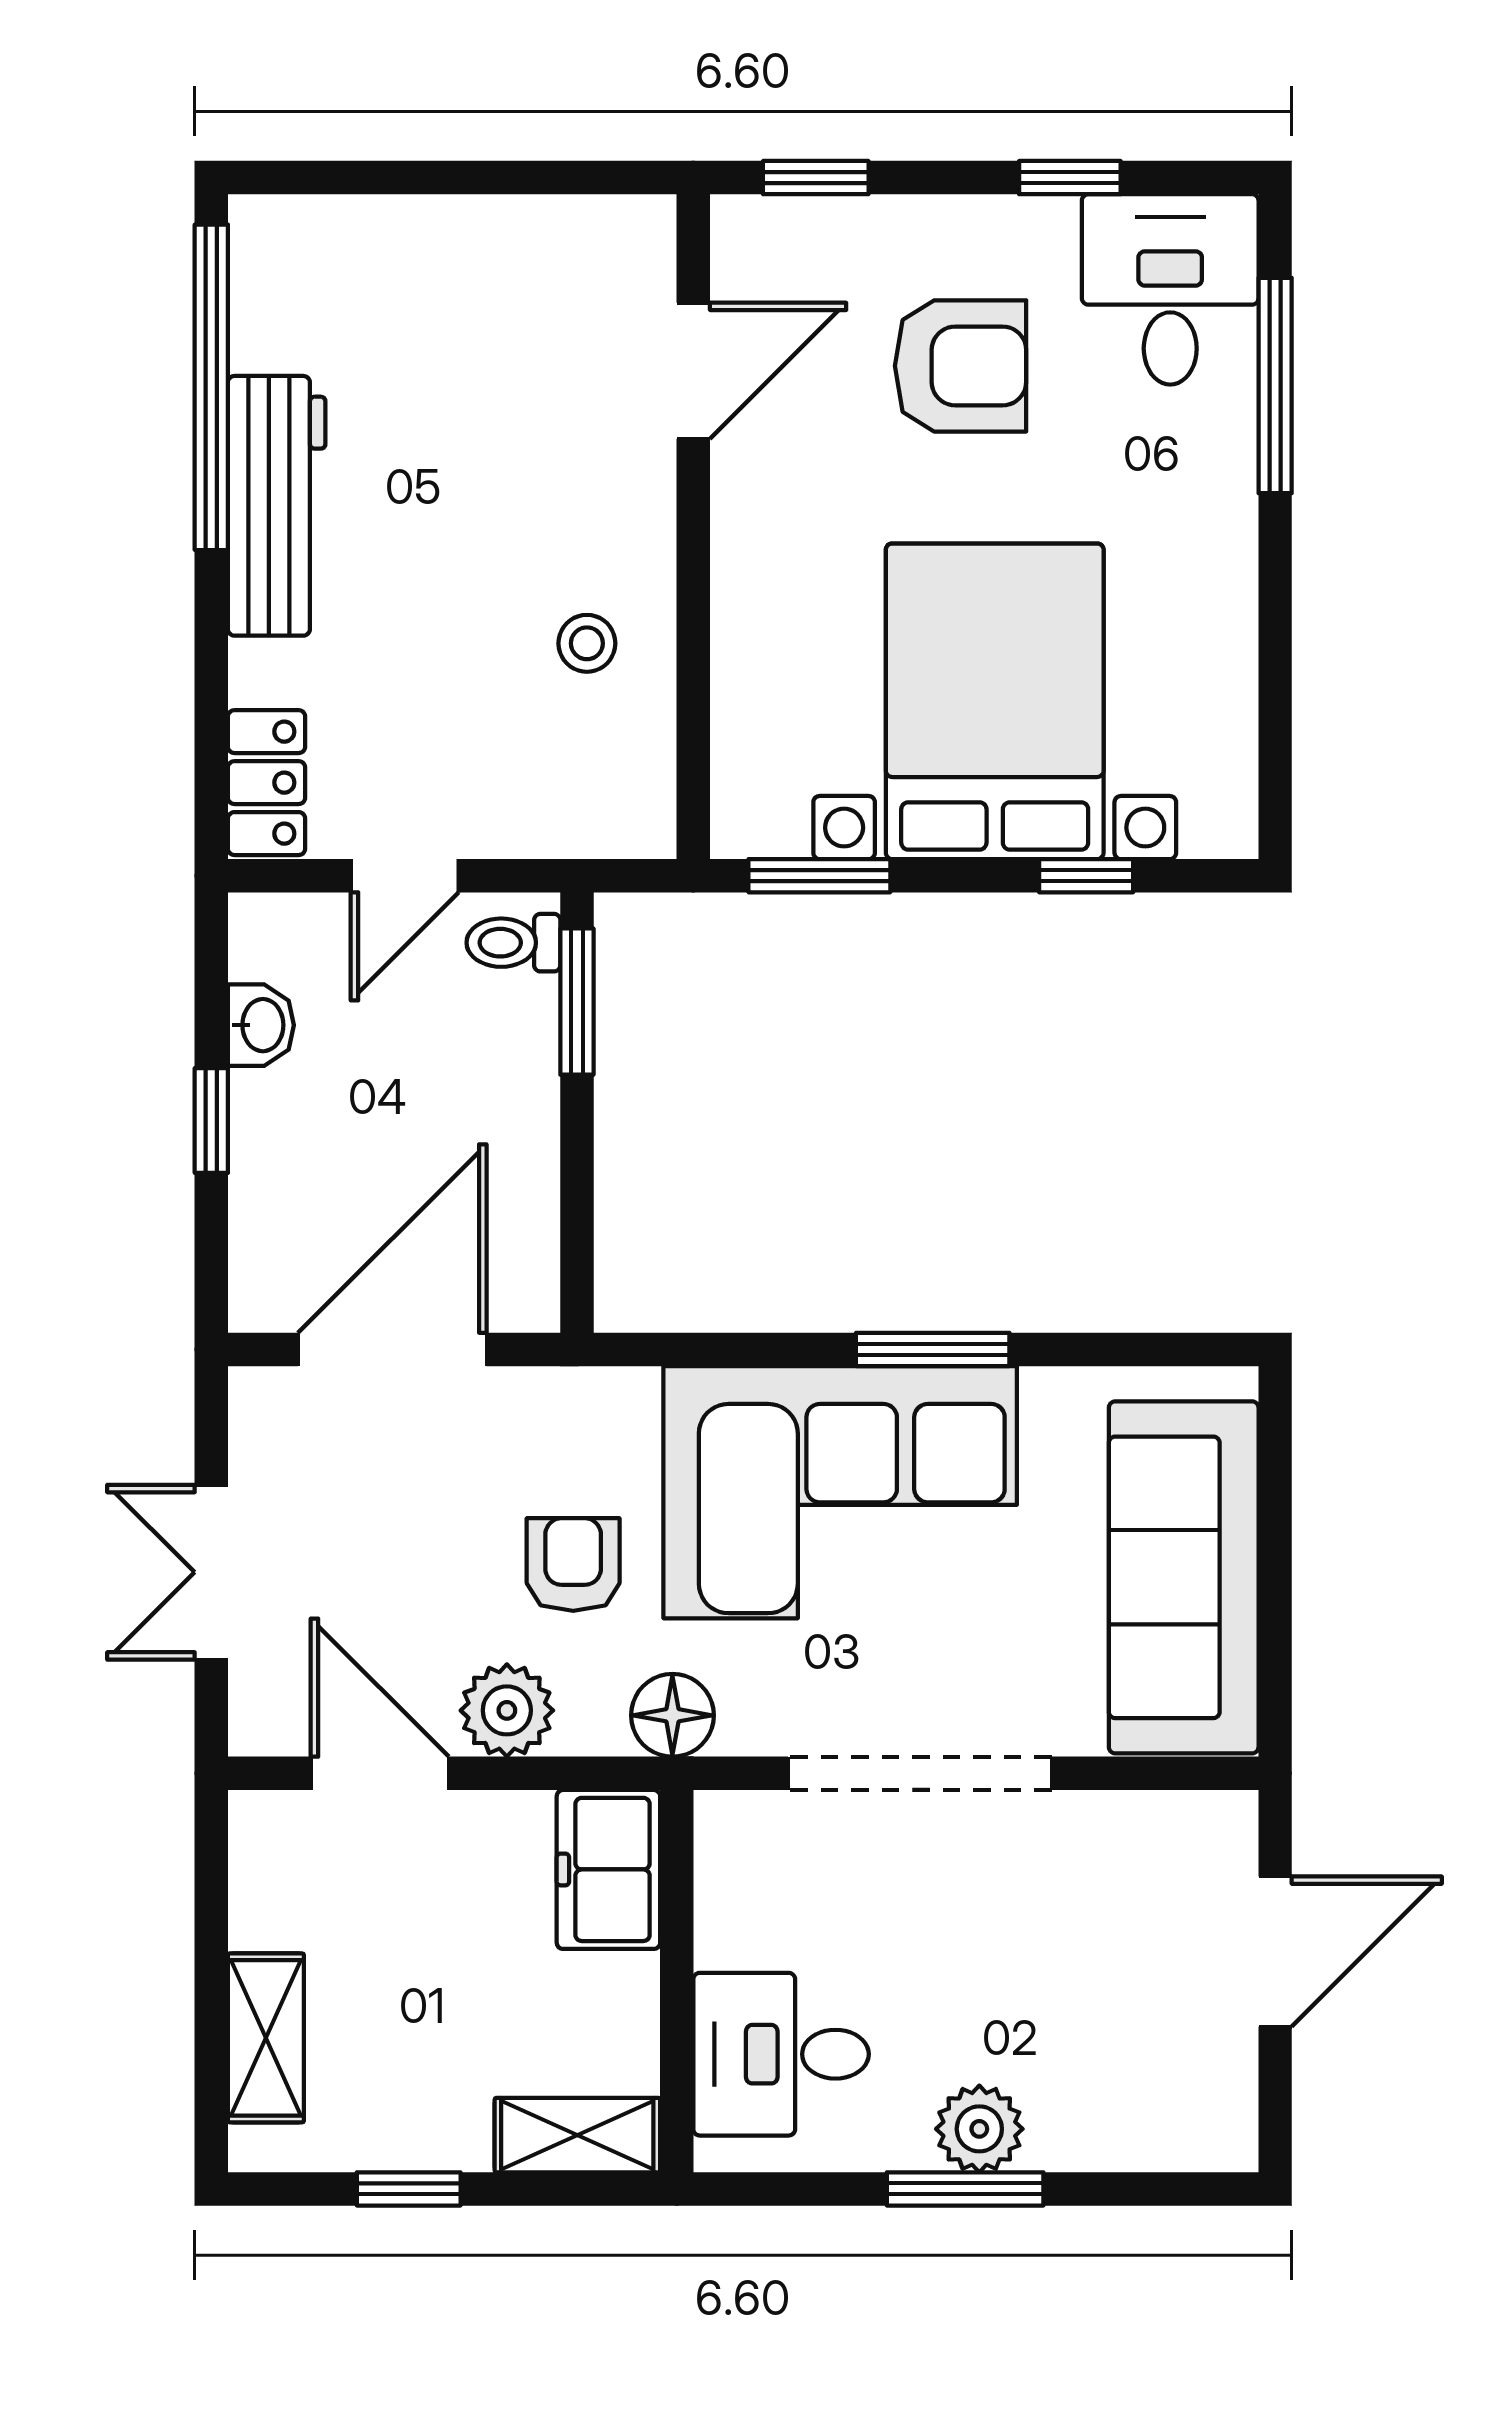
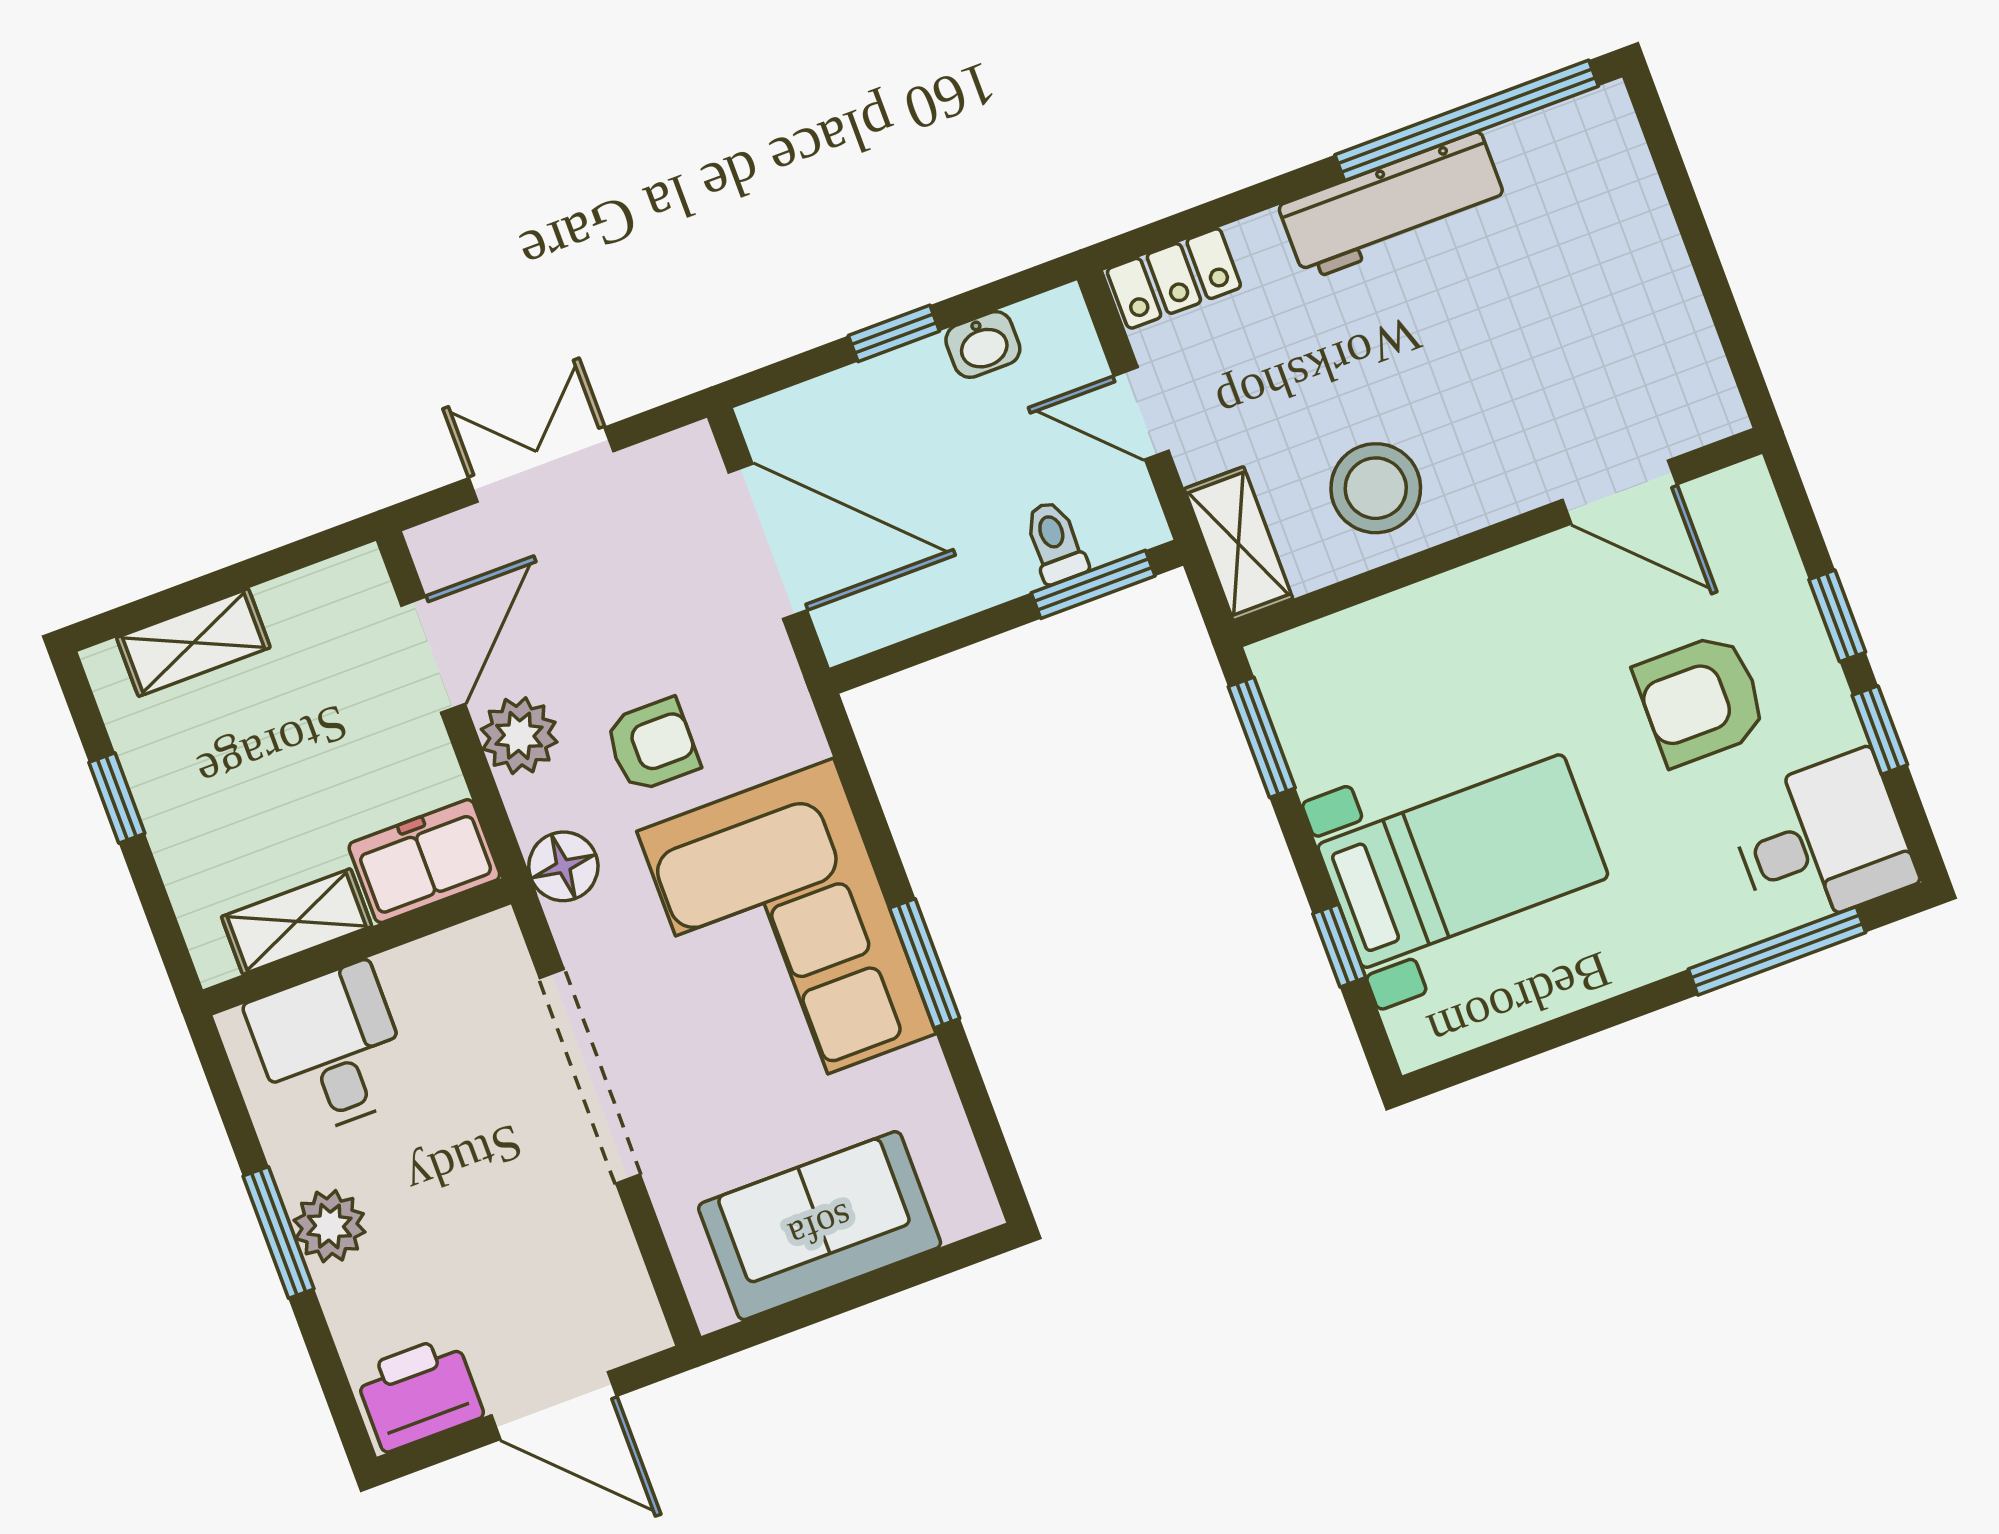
window: (816, 178) -> (1837, 616), moved
armchair: (960, 366) -> (1701, 699), turned 90
stool: (587, 643) -> (1376, 488), width x1.89, depth x1.89
bed with nightstands: (995, 701) -> (1463, 861), width x0.73
shelving: (592, 821) -> (1238, 544), added
toilet: (513, 943) -> (1055, 542), moved
sofa: (1184, 1577) -> (820, 1226), width x0.73
printer: (1205, 2098) -> (419, 1393), added
shelving: (577, 2135) -> (297, 921), moved, turned 90

